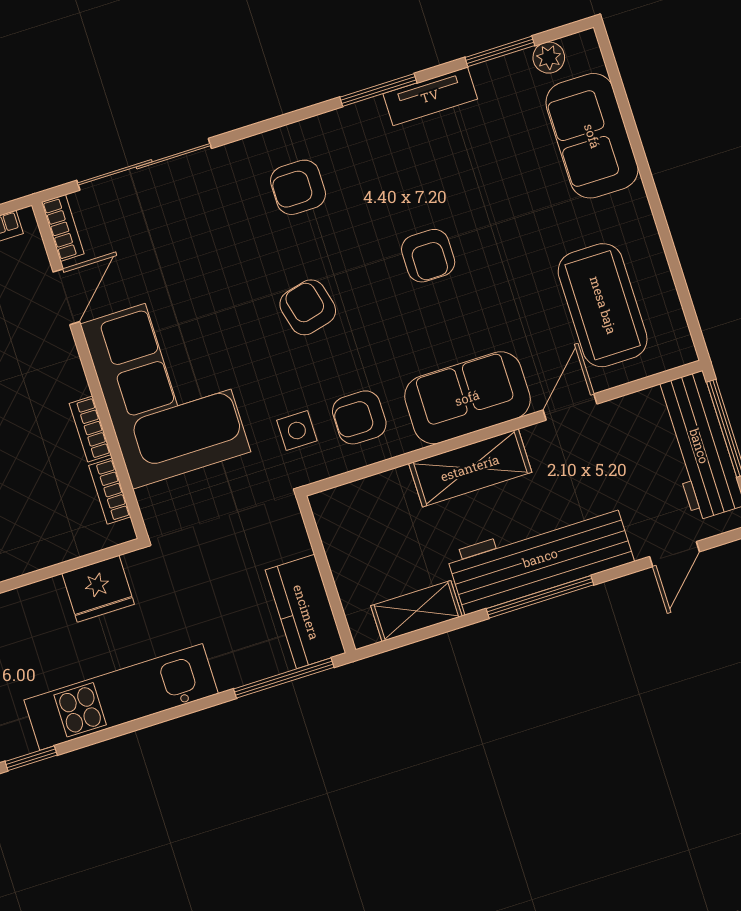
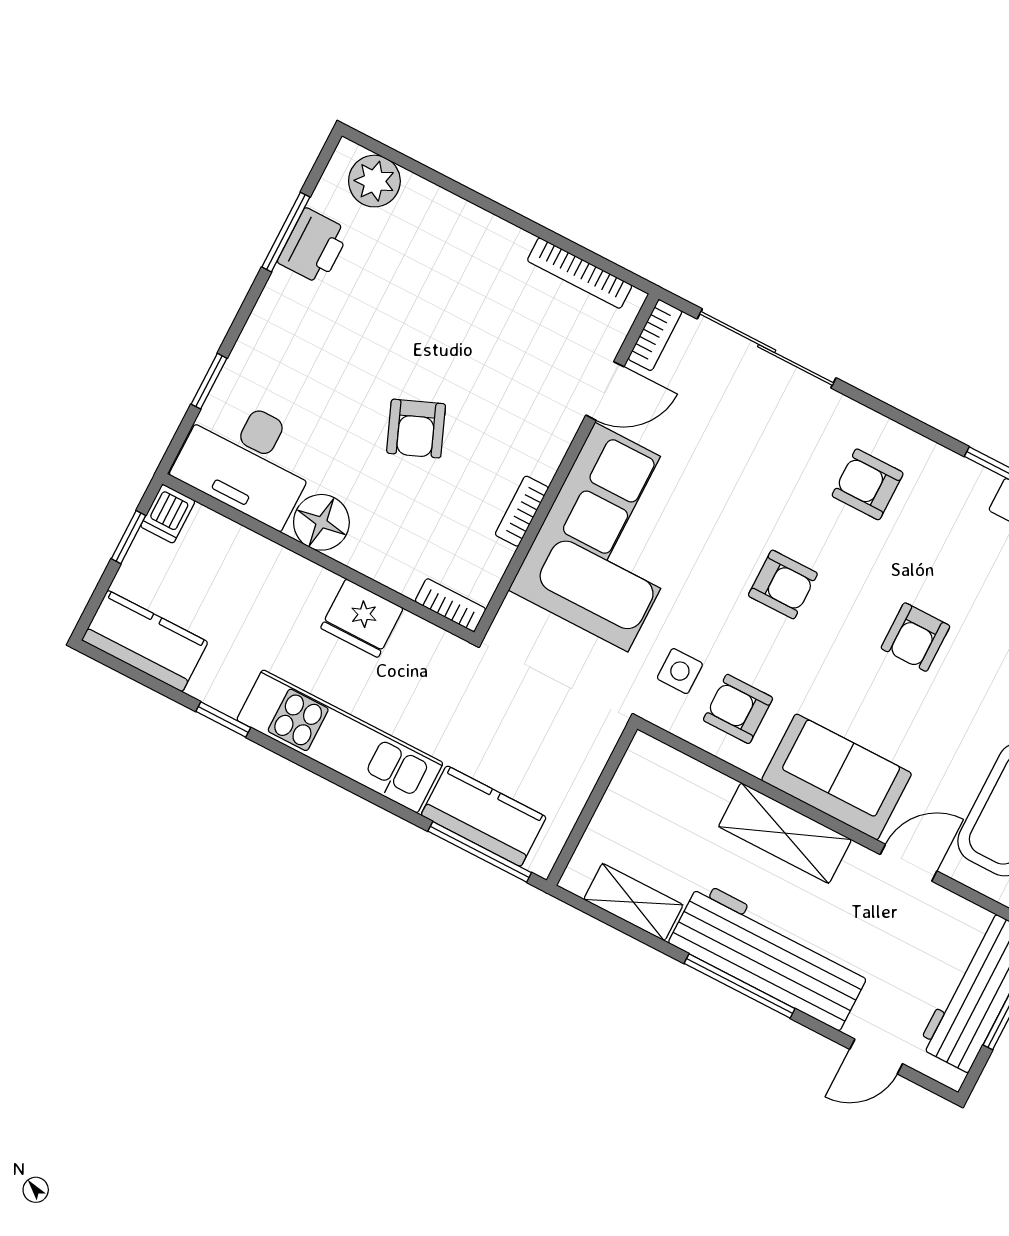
armchair: (308, 307) -> (783, 584), turned 104
bookcase: (110, 491) -> (450, 605), moved, turned 90
fridge: (98, 589) -> (362, 618), moved
kitchen counter: (306, 612) -> (484, 816), moved, turned 90

